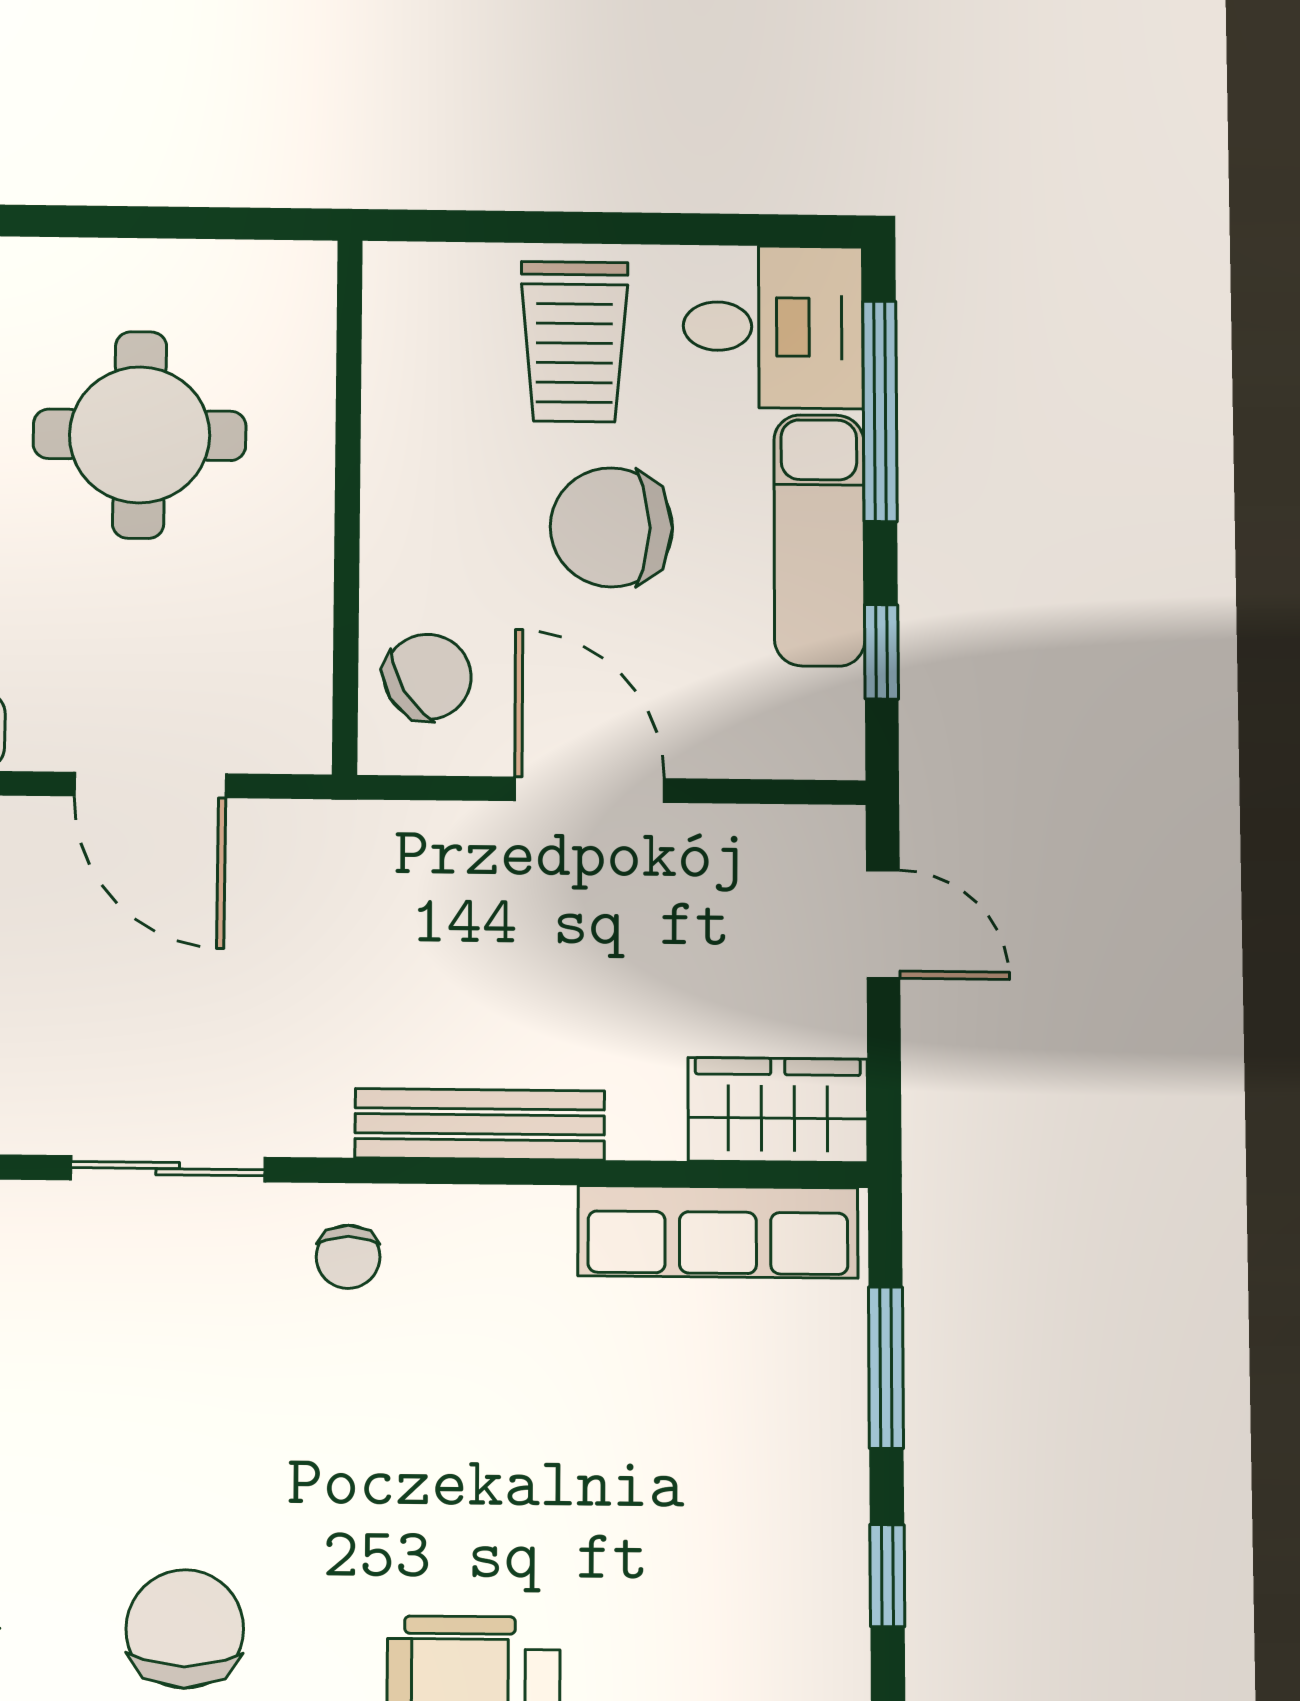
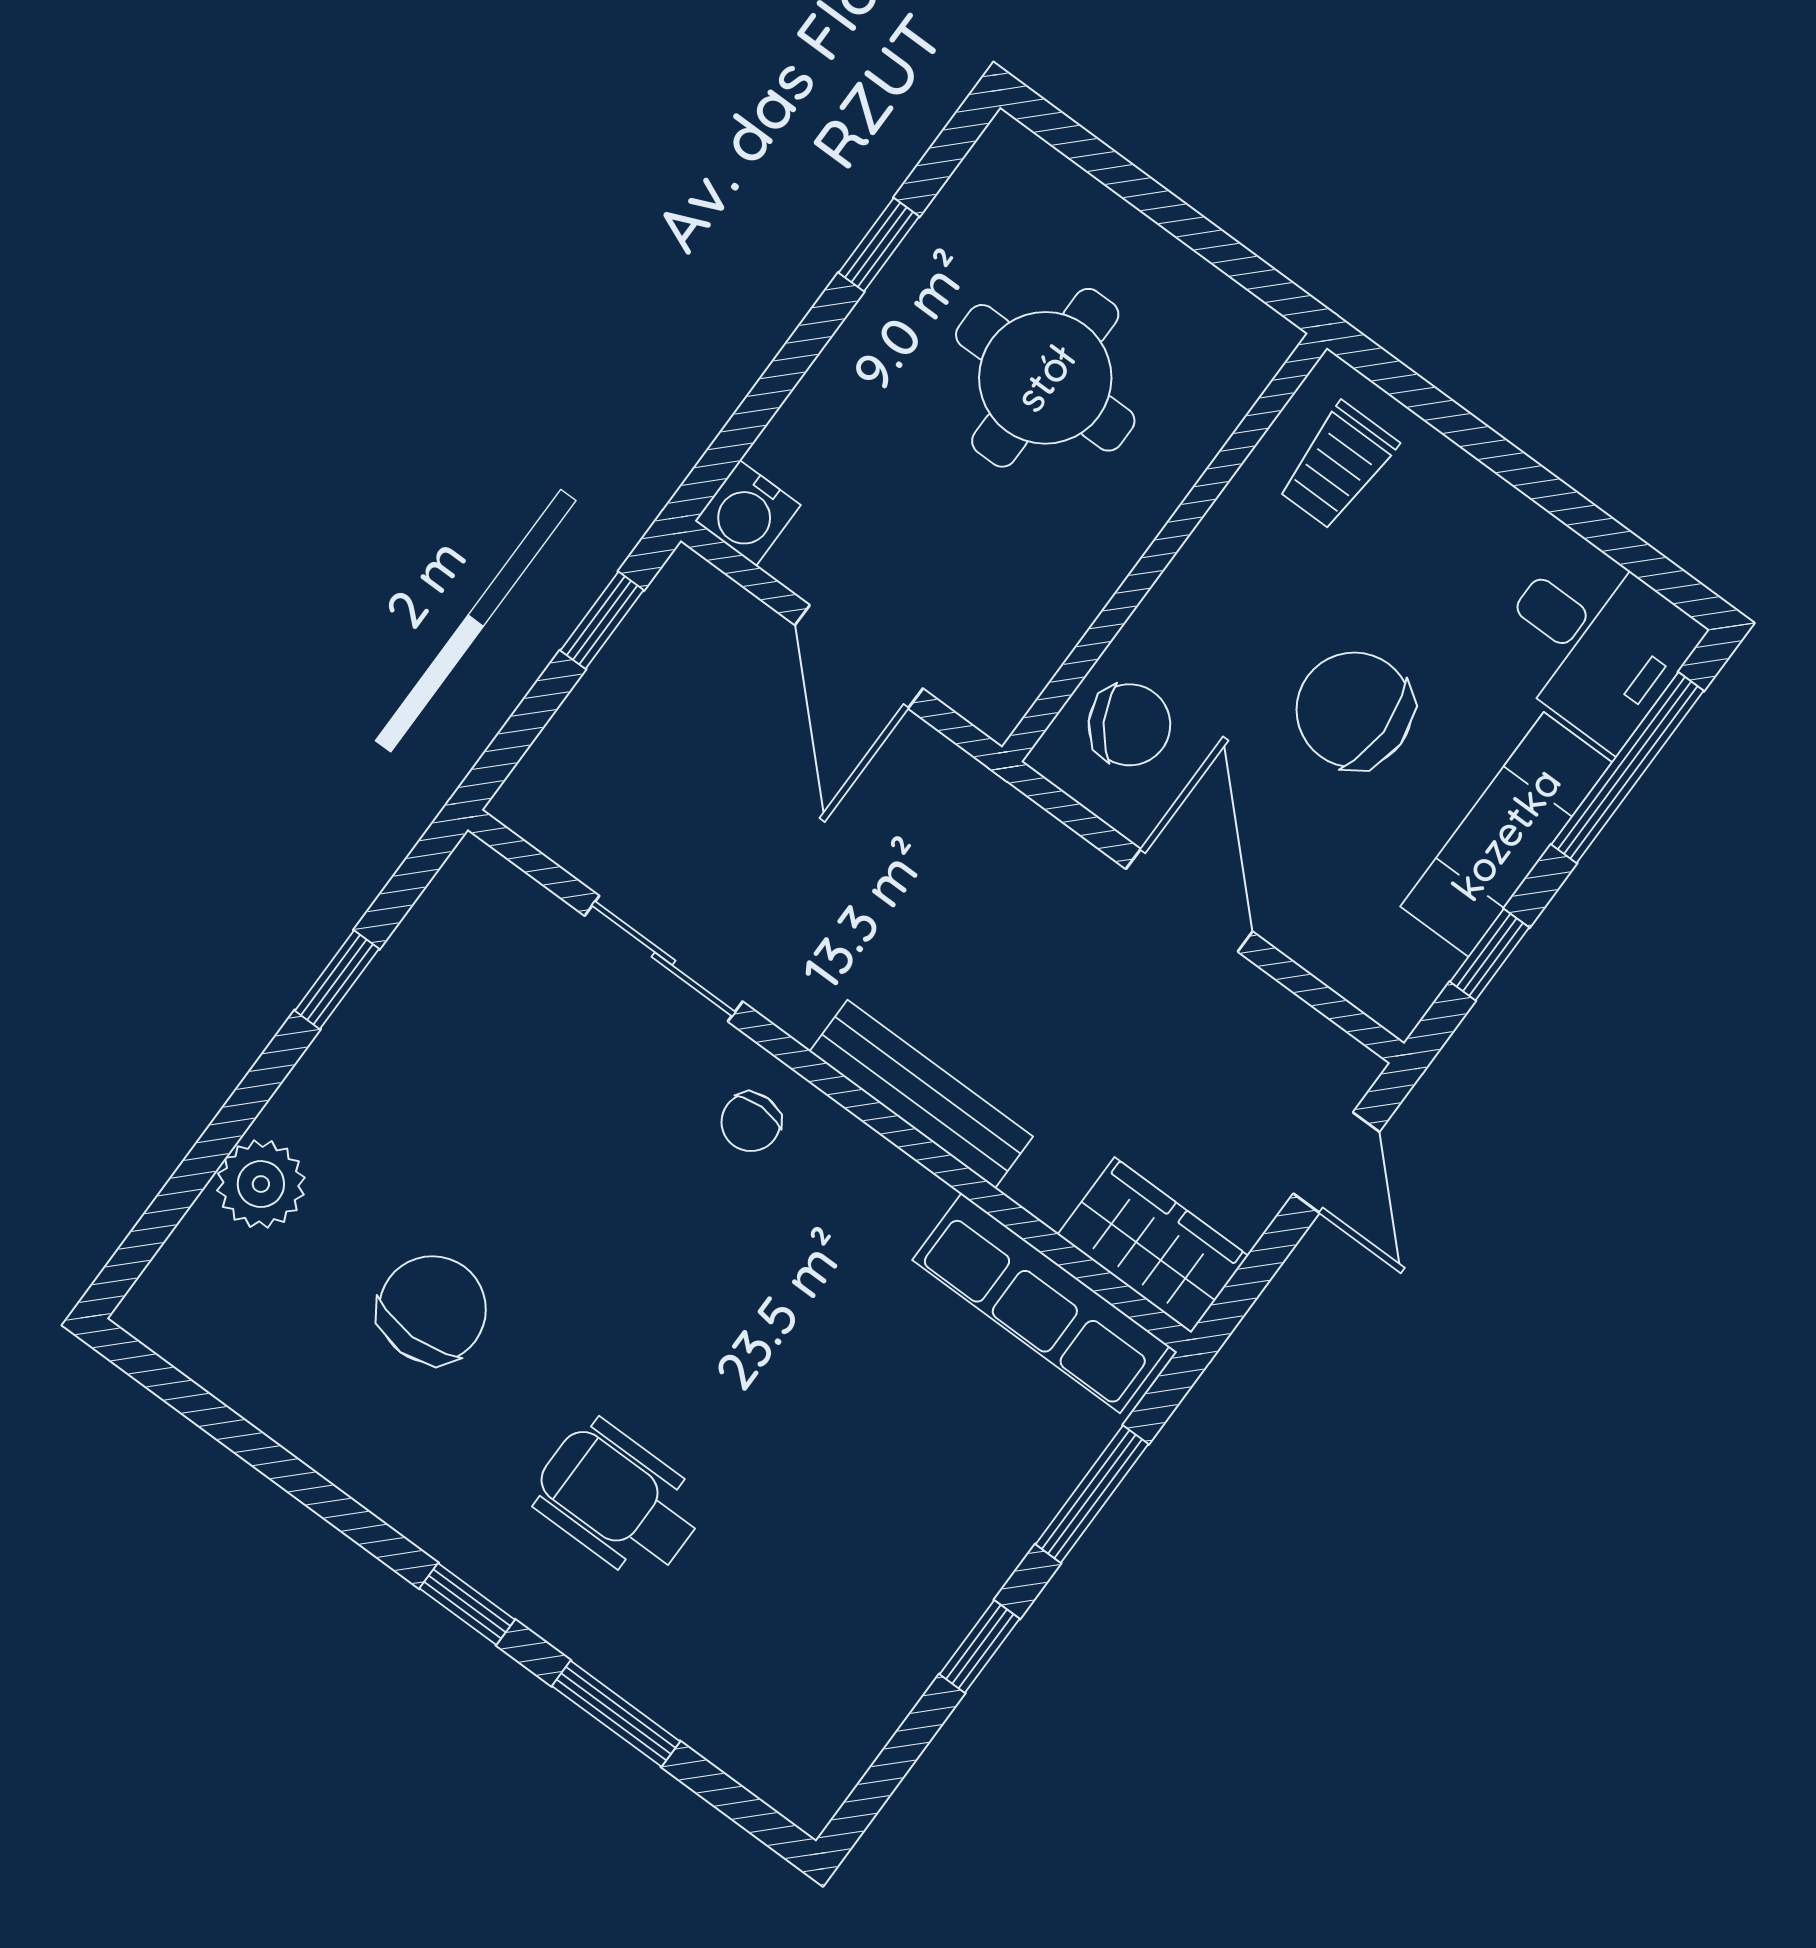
trolley: (574, 342) -> (1338, 466), moved, width x0.73, depth x0.72

